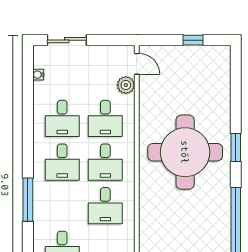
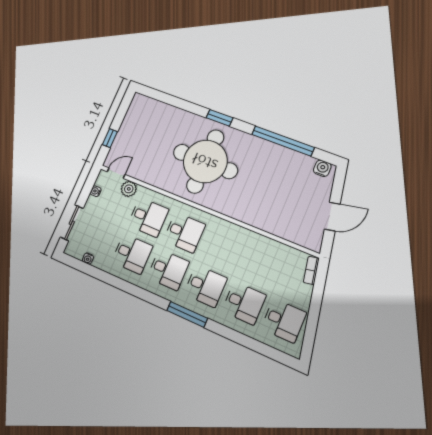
window: (193, 40) -> (110, 138), moved
water cooler: (109, 51) -> (96, 191), added
desk: (105, 206) -> (205, 286), moved

